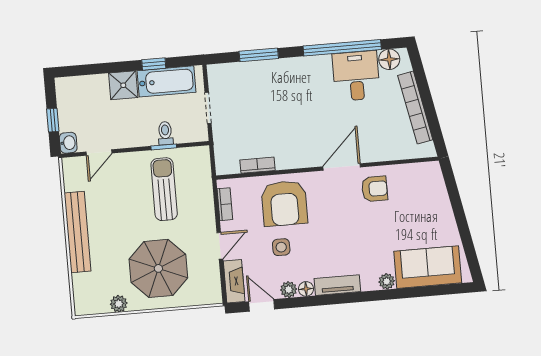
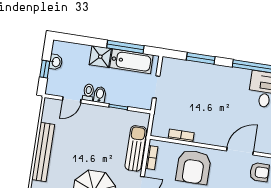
window: (154, 64) -> (125, 47), width x2.17
toilet: (165, 133) -> (88, 92), moved
bidet: (135, 137) -> (100, 95), added
washbasin: (68, 143) -> (56, 62), moved
sun lounger: (164, 189) -> (136, 148), moved

